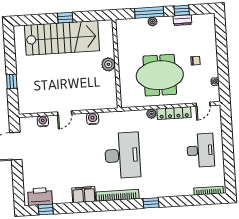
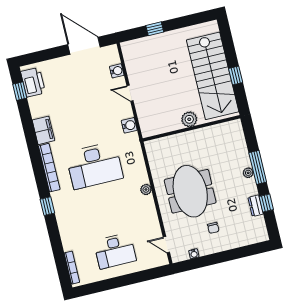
plant: (108, 64) -> (189, 119), moved
wall: (117, 64) -> (191, 128), moved
locker: (174, 113) -> (151, 214), removed

